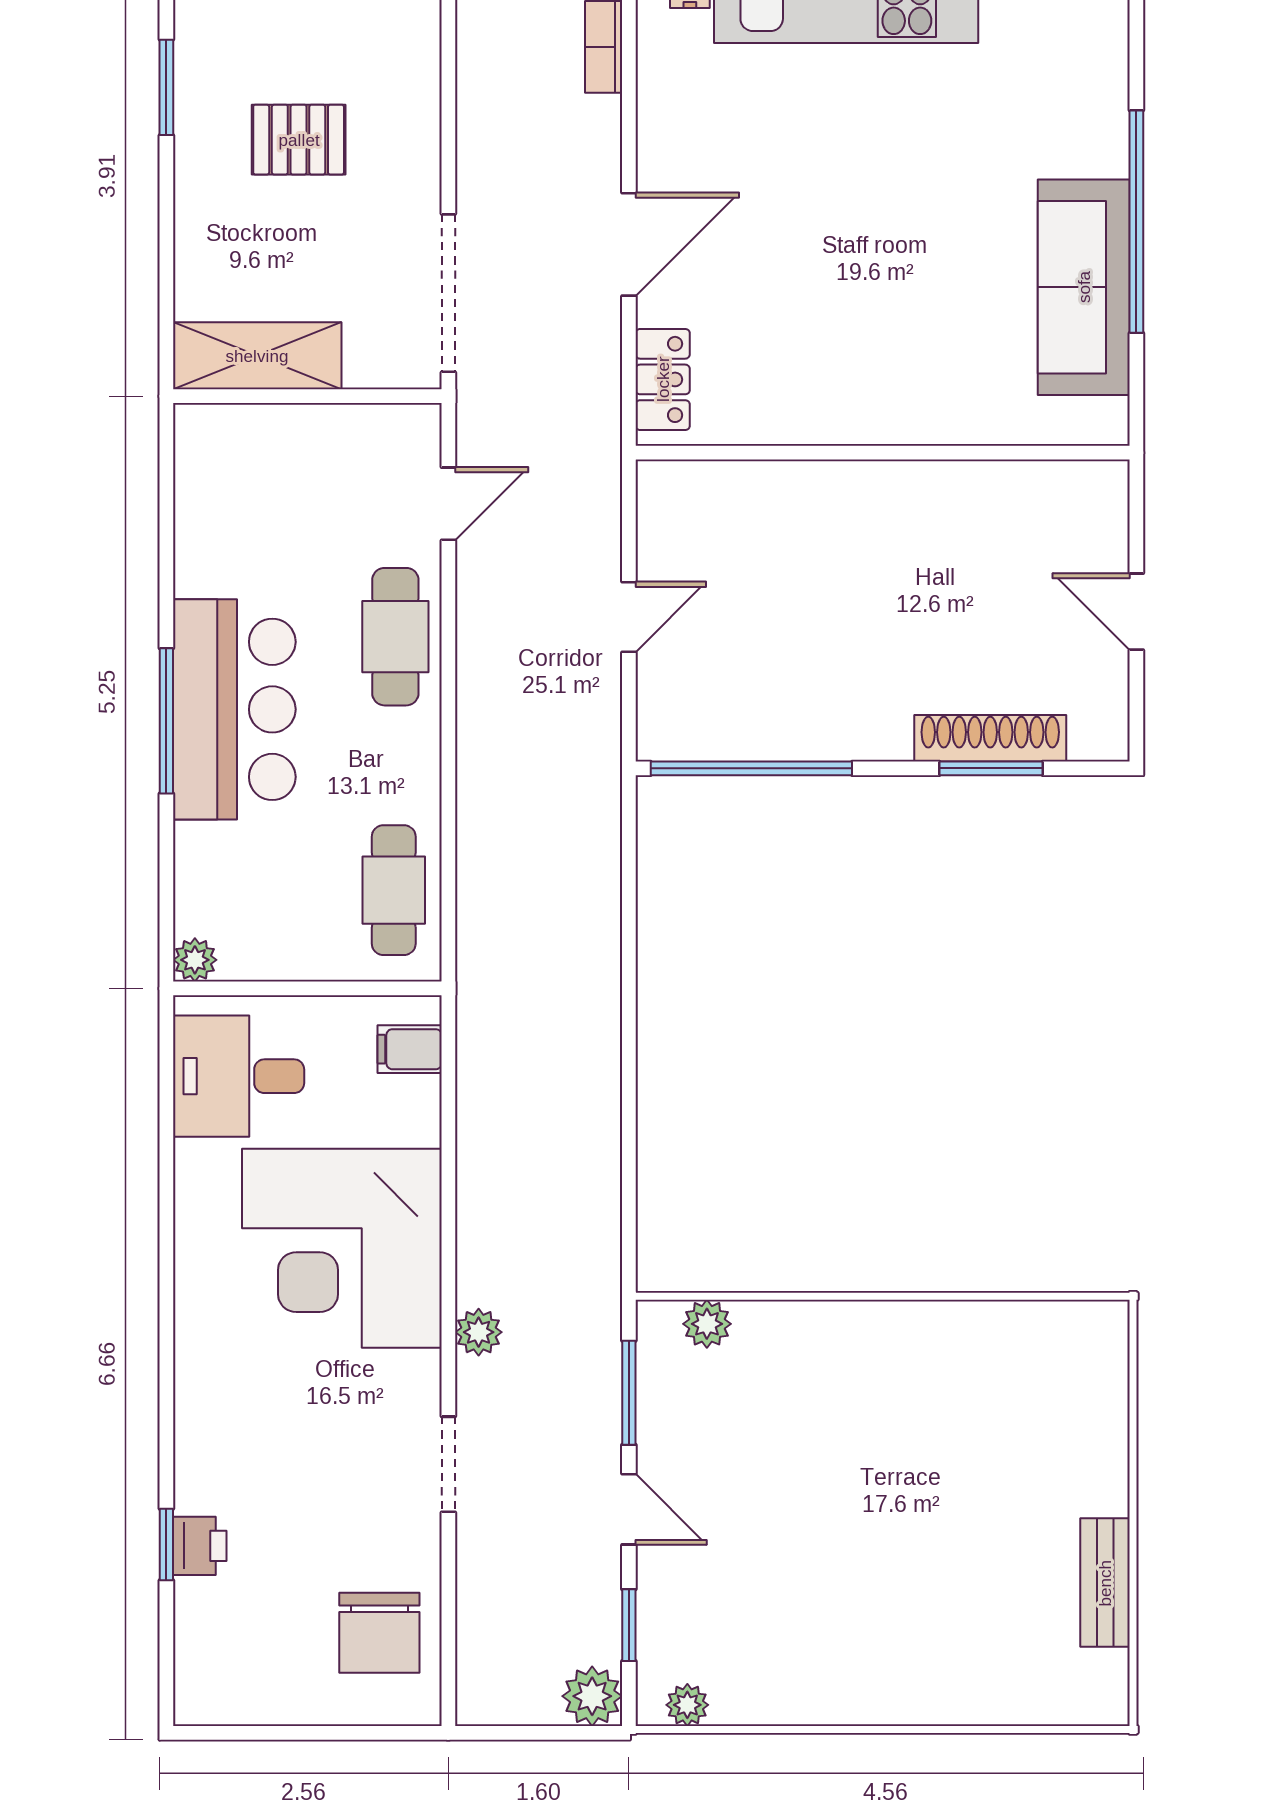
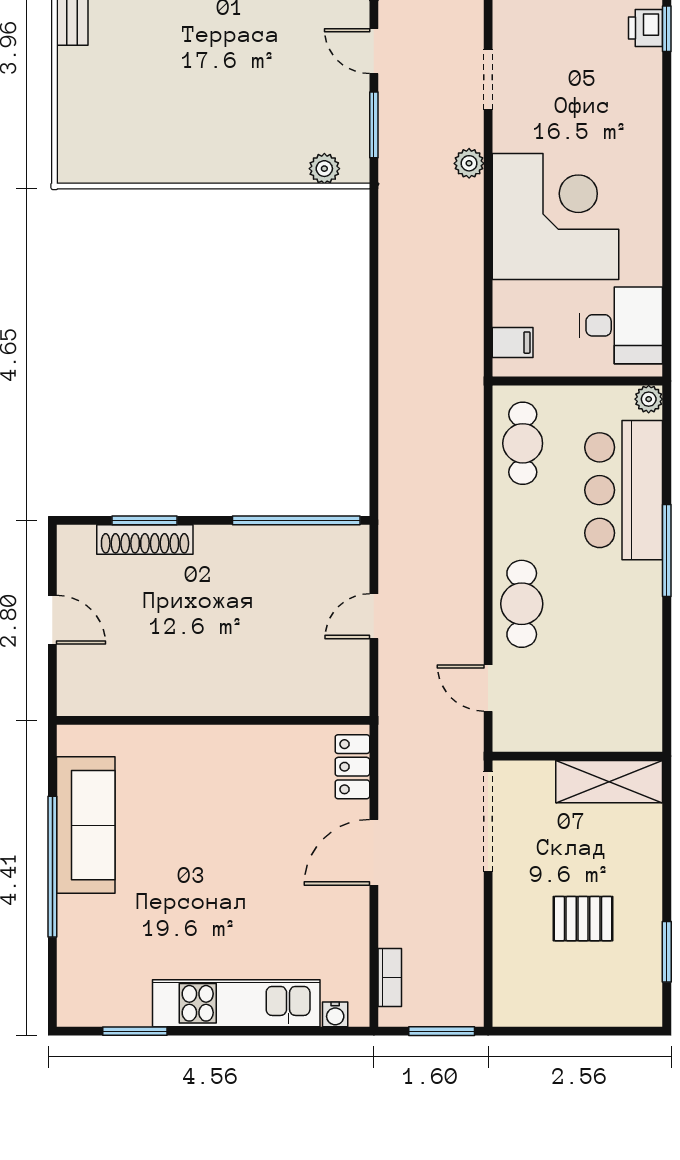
door: (448, 504) -> (488, 688), hinge flipped
bar counter: (234, 709) -> (624, 490), moved

